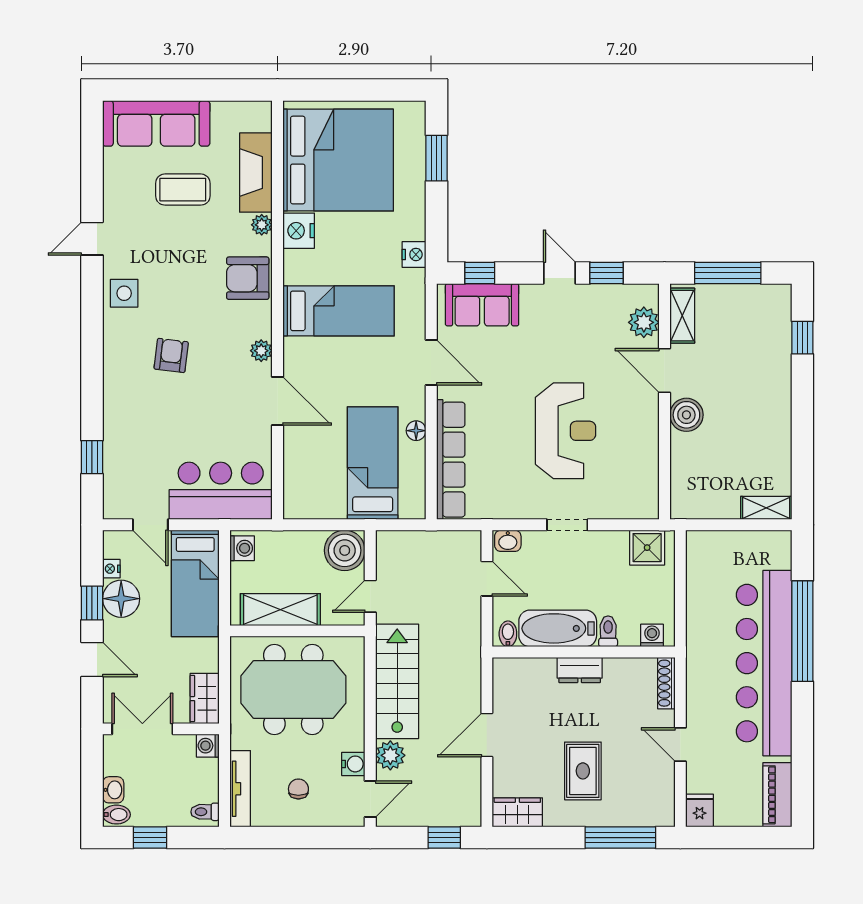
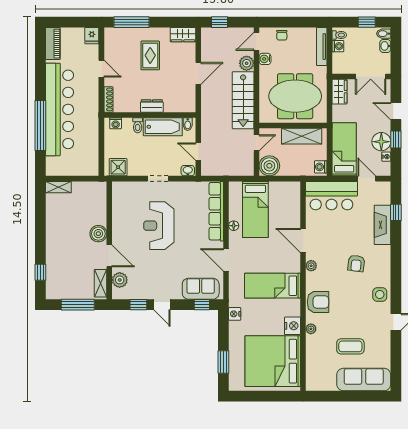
fireplace: (256, 173) -> (382, 225), moved, turned 180
washing machine: (208, 746) -> (338, 46), moved
chair: (298, 789) -> (282, 35), moved

